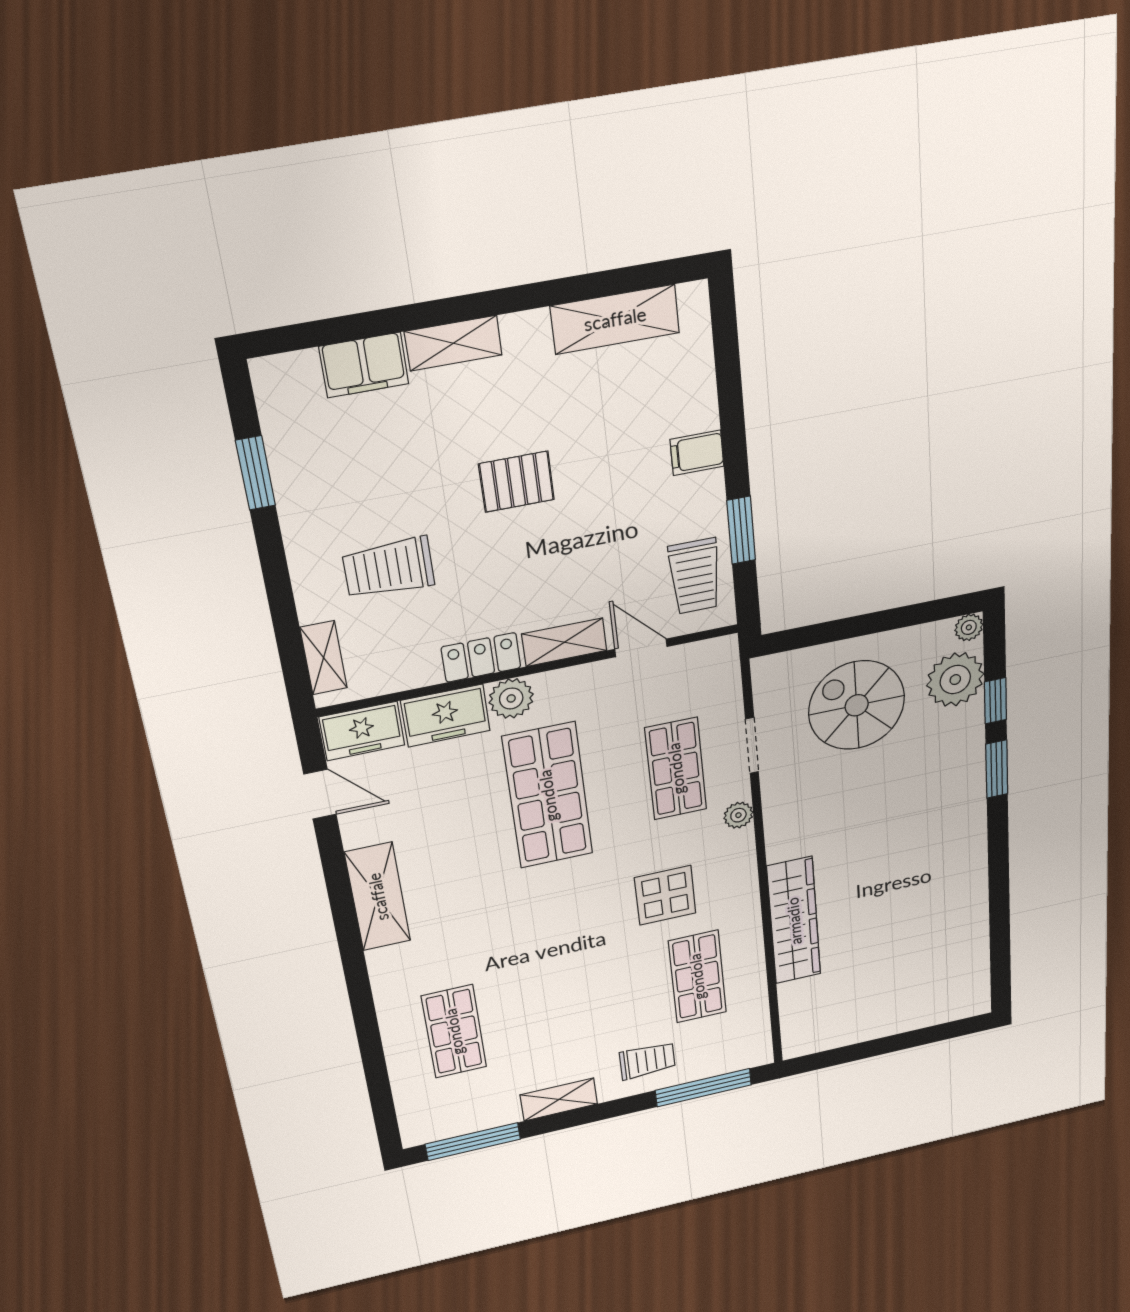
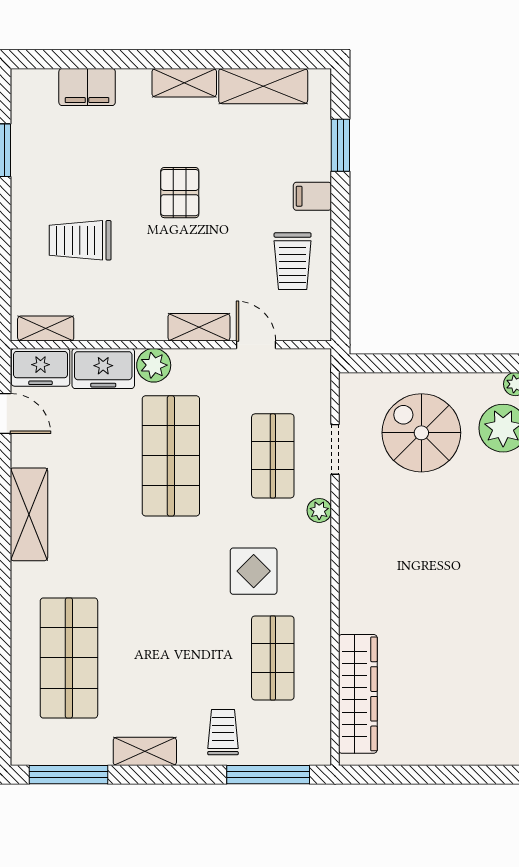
shelving: (453, 343) -> (184, 83), moved
pallet: (516, 482) -> (180, 193), turned 90
window: (741, 530) -> (340, 145), moved
trolley: (695, 576) -> (293, 261), moved
locker: (481, 657) -> (136, 326), removed
shelving: (323, 658) -> (46, 328), moved, turned 90
wardrobe: (794, 921) -> (358, 694), moved
shop shelf: (454, 1032) -> (69, 658), width x1.43, depth x1.36
trolley: (647, 1061) -> (223, 732), turned -90

